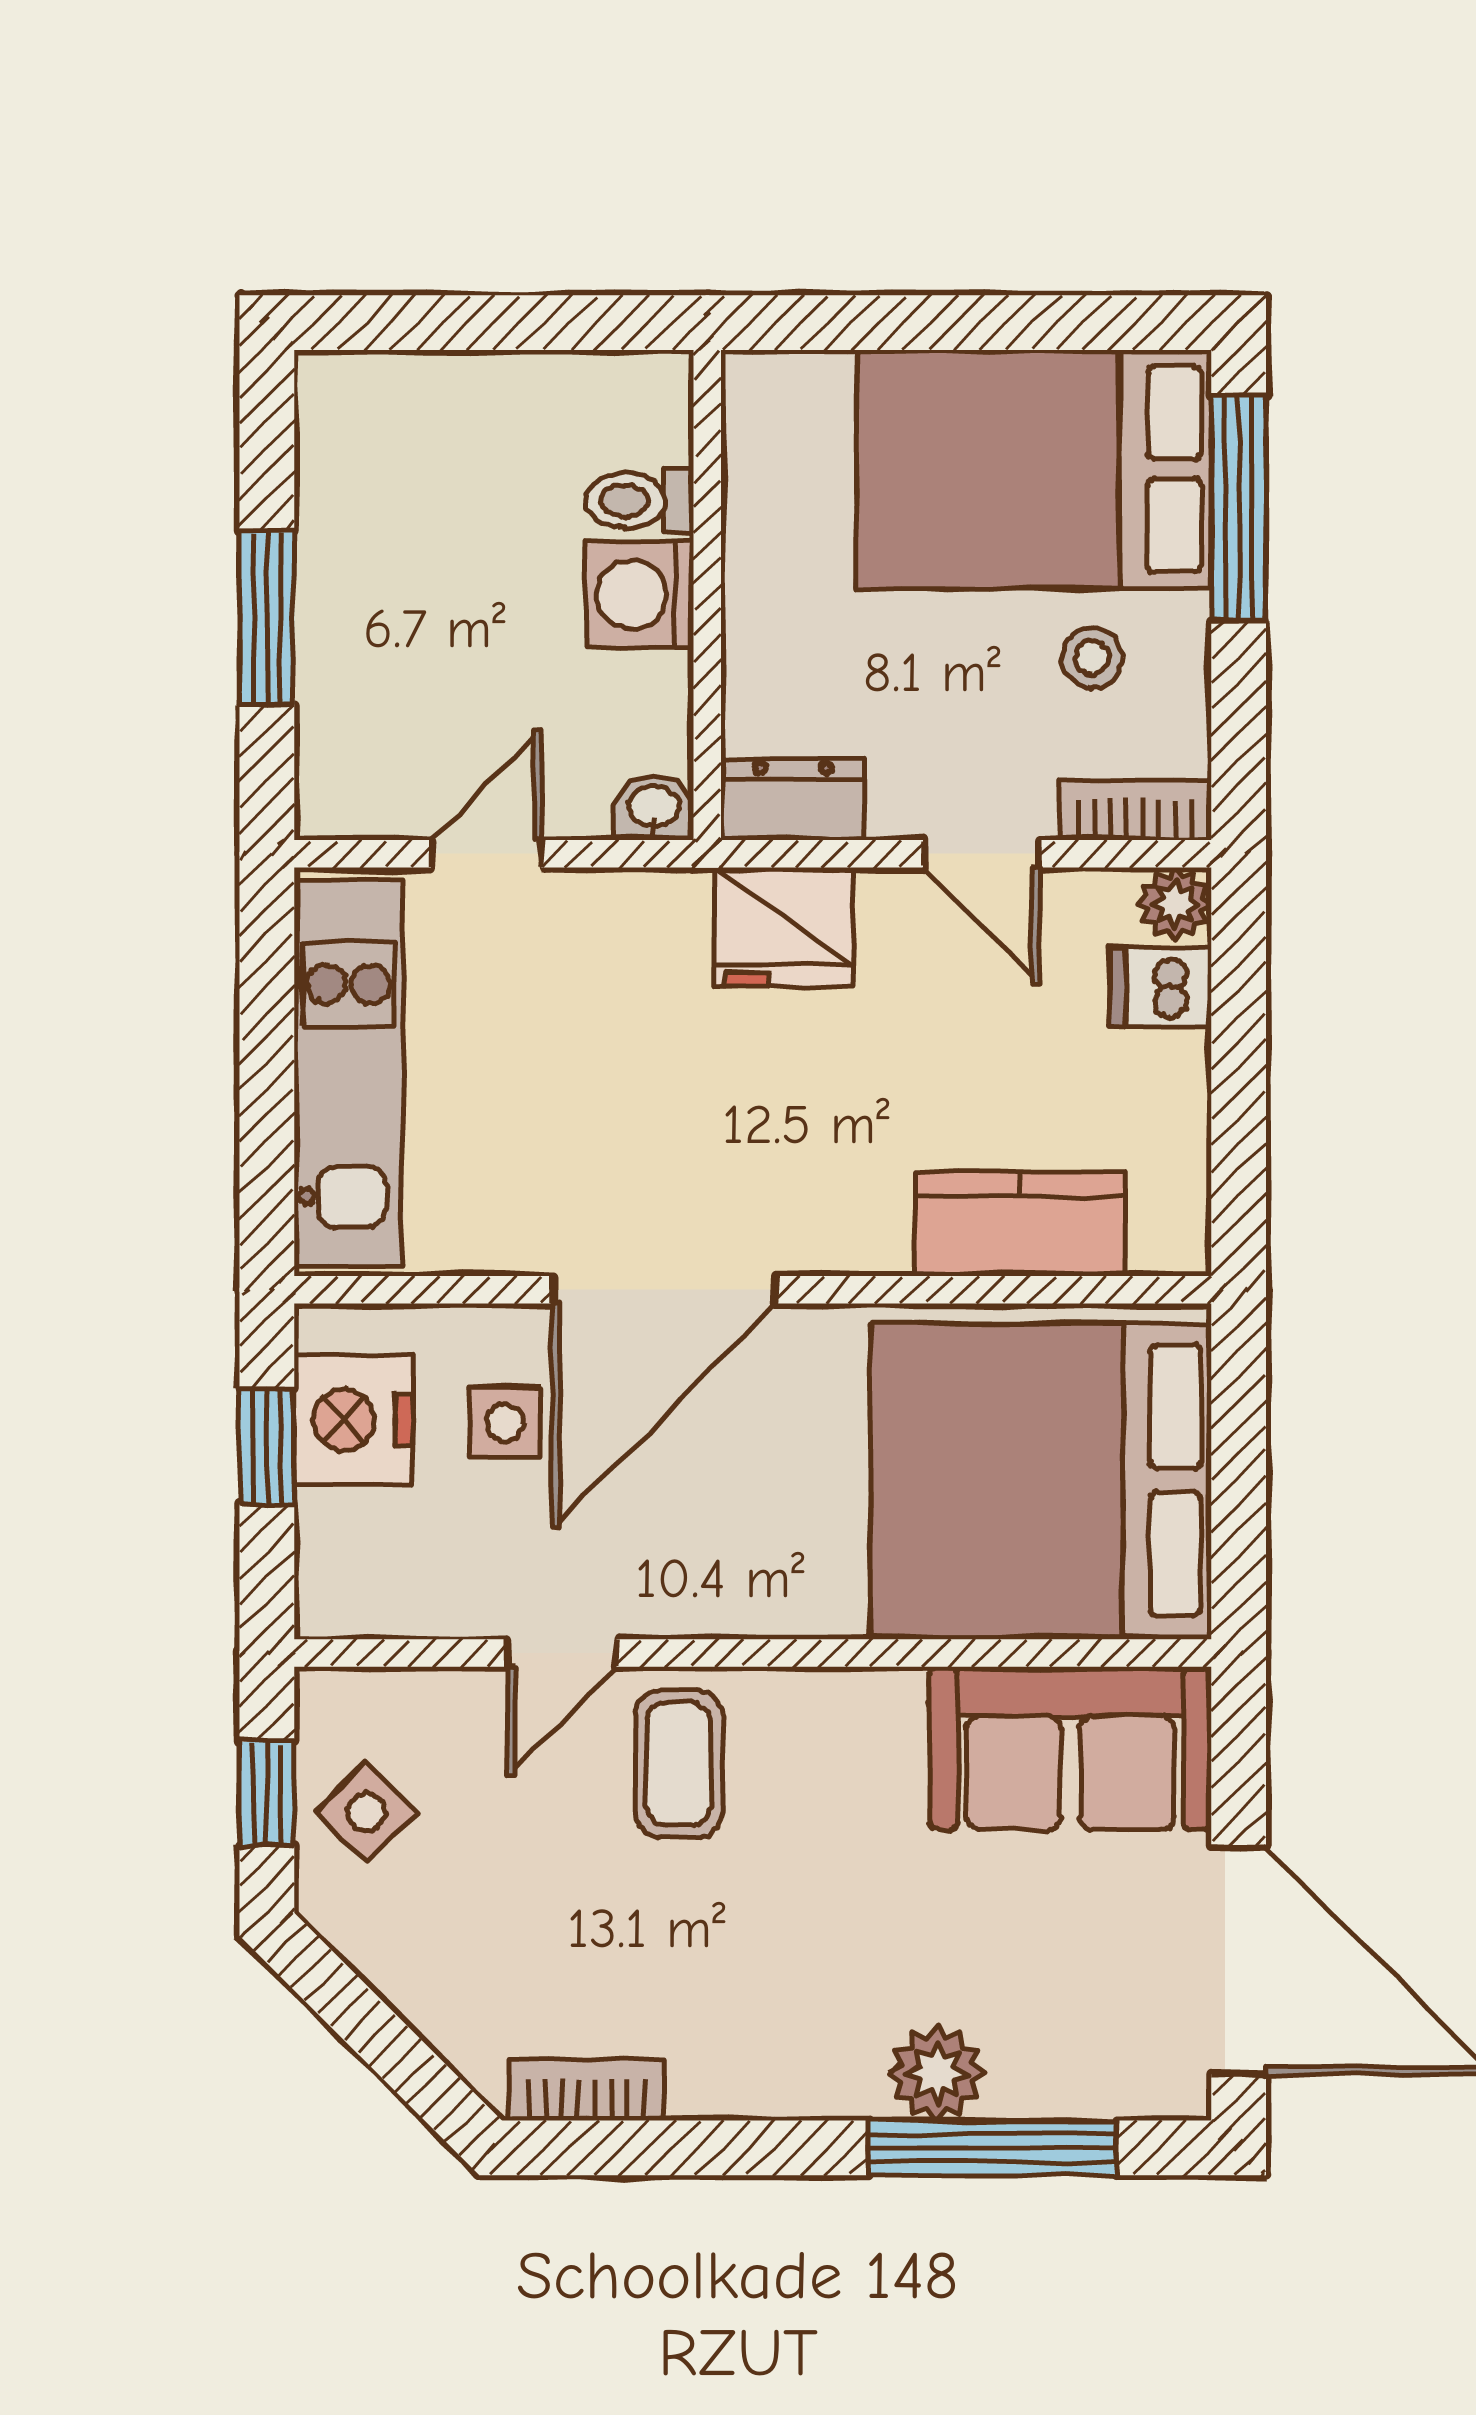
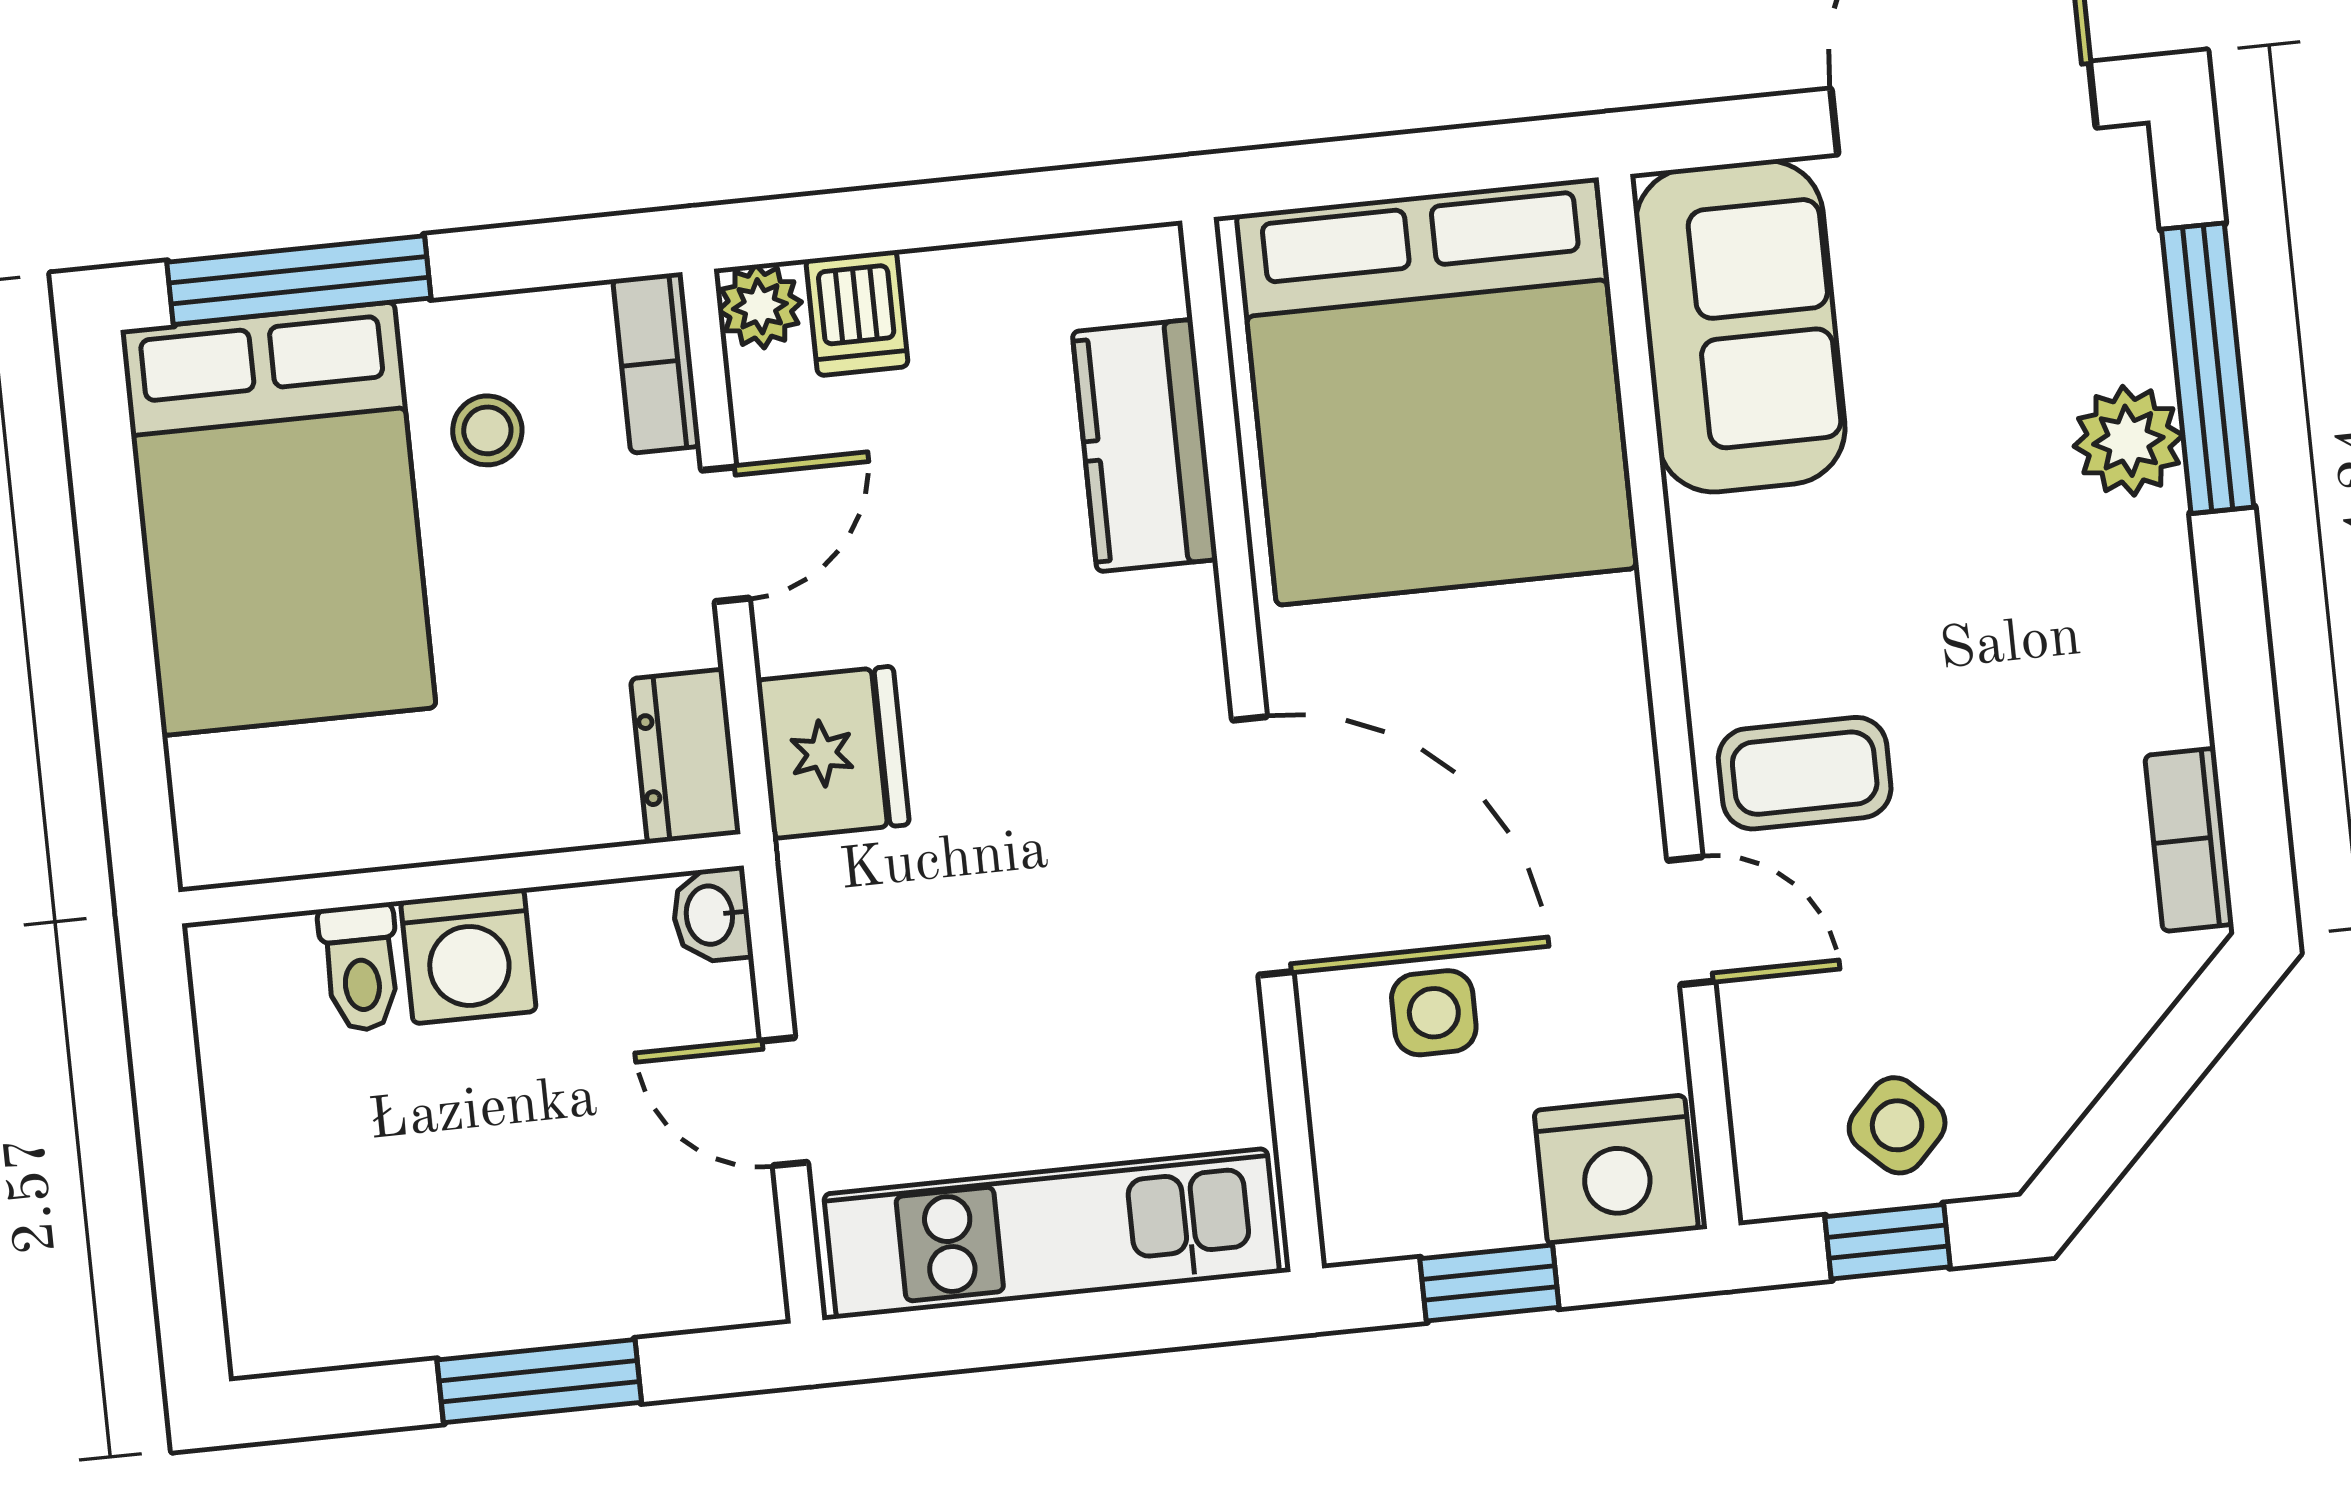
nightstand: (353, 1420) -> (1616, 1170), moved

